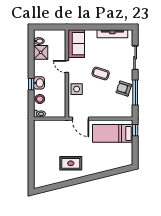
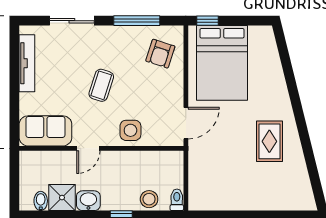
washbasin: (39, 83) -> (88, 201), moved
armchair: (124, 89) -> (160, 54), moved
bed: (113, 133) -> (222, 63), width x1.50

